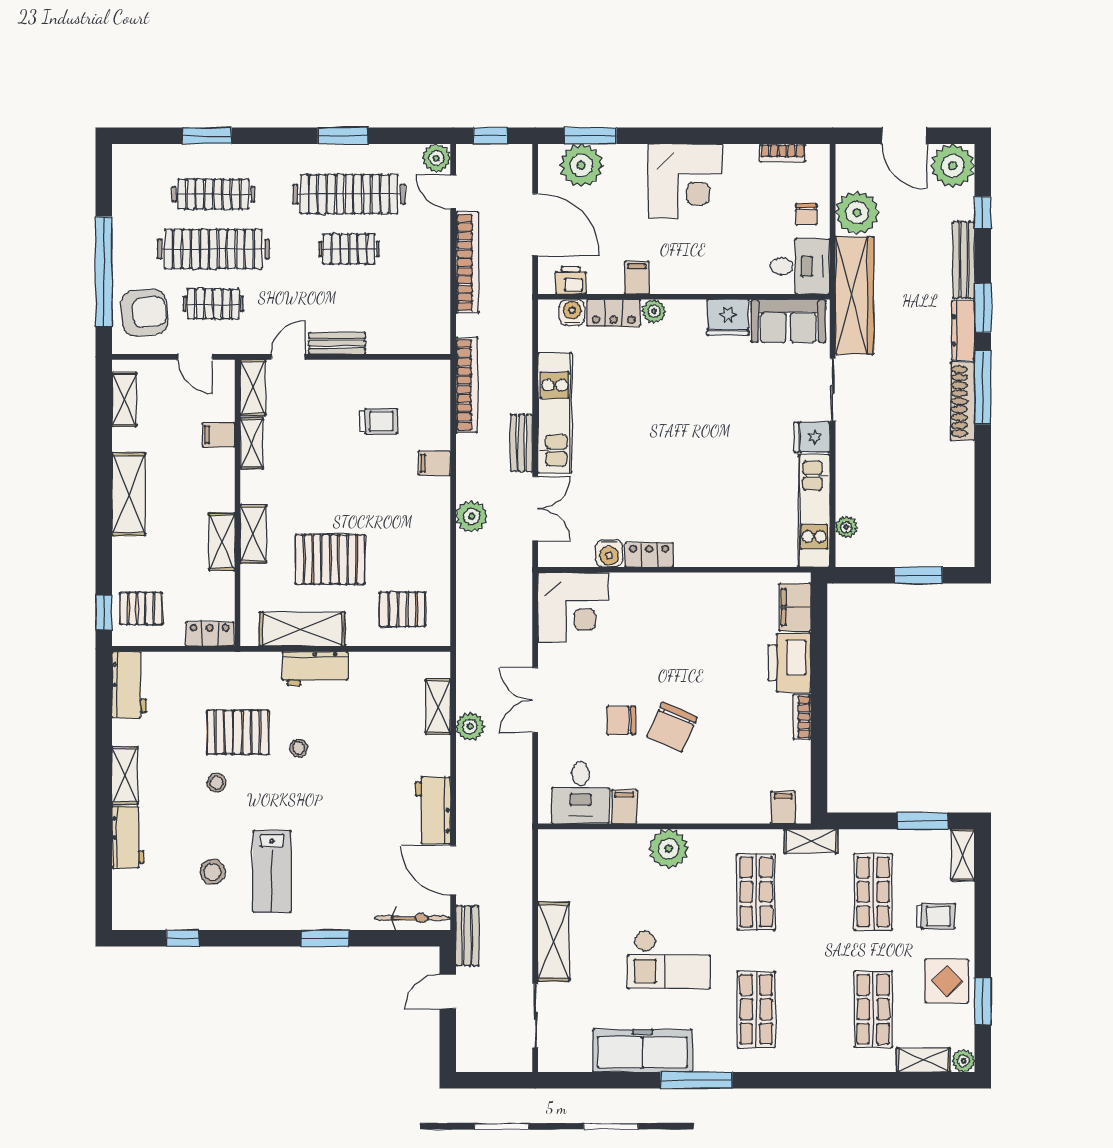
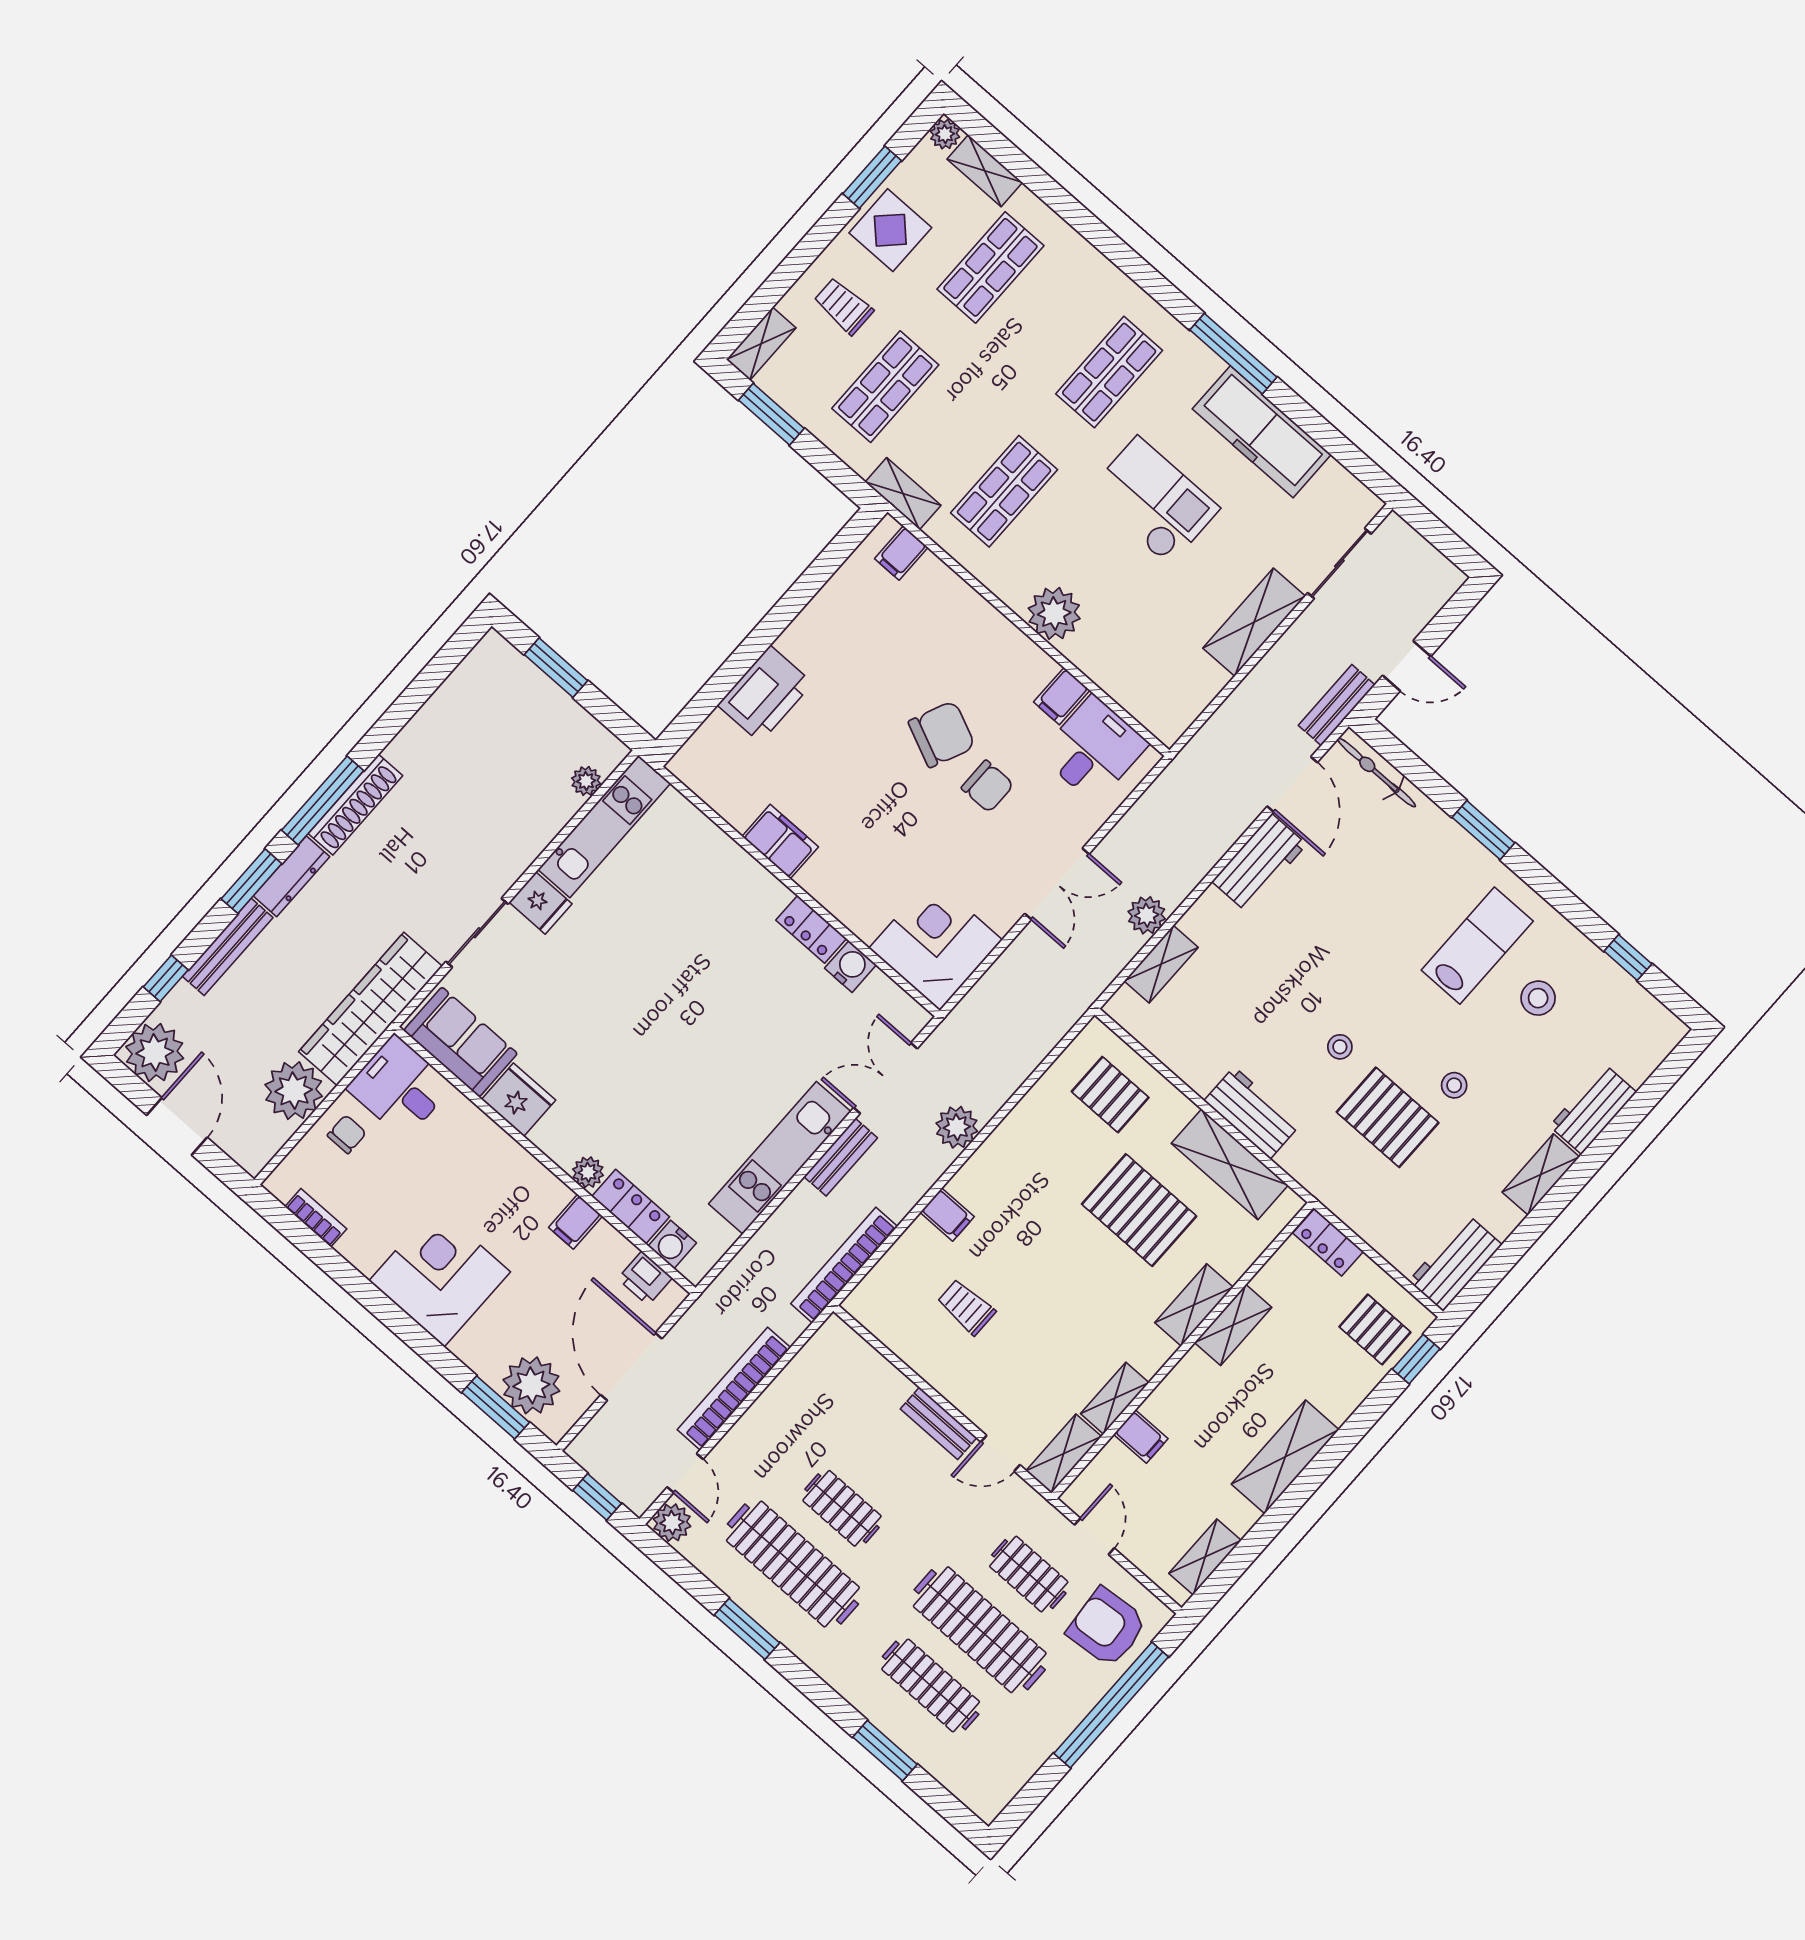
filing cabinet: (795, 607) -> (780, 842), moved, turned -90
bookcase: (802, 717) -> (801, 628), removed

